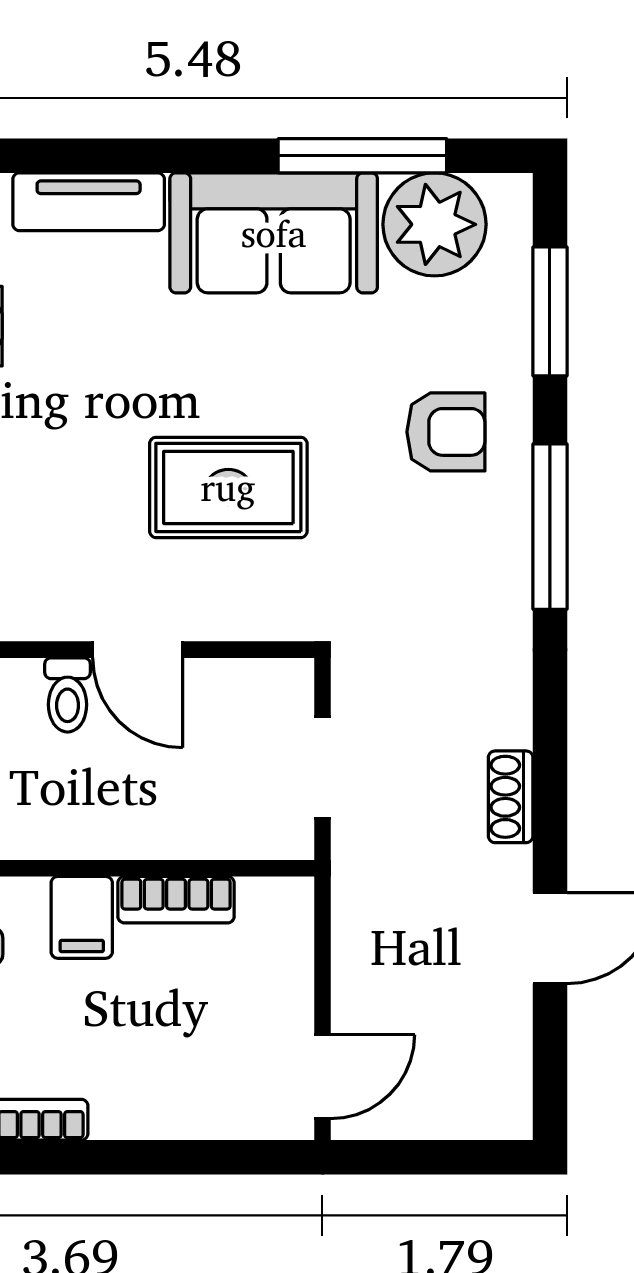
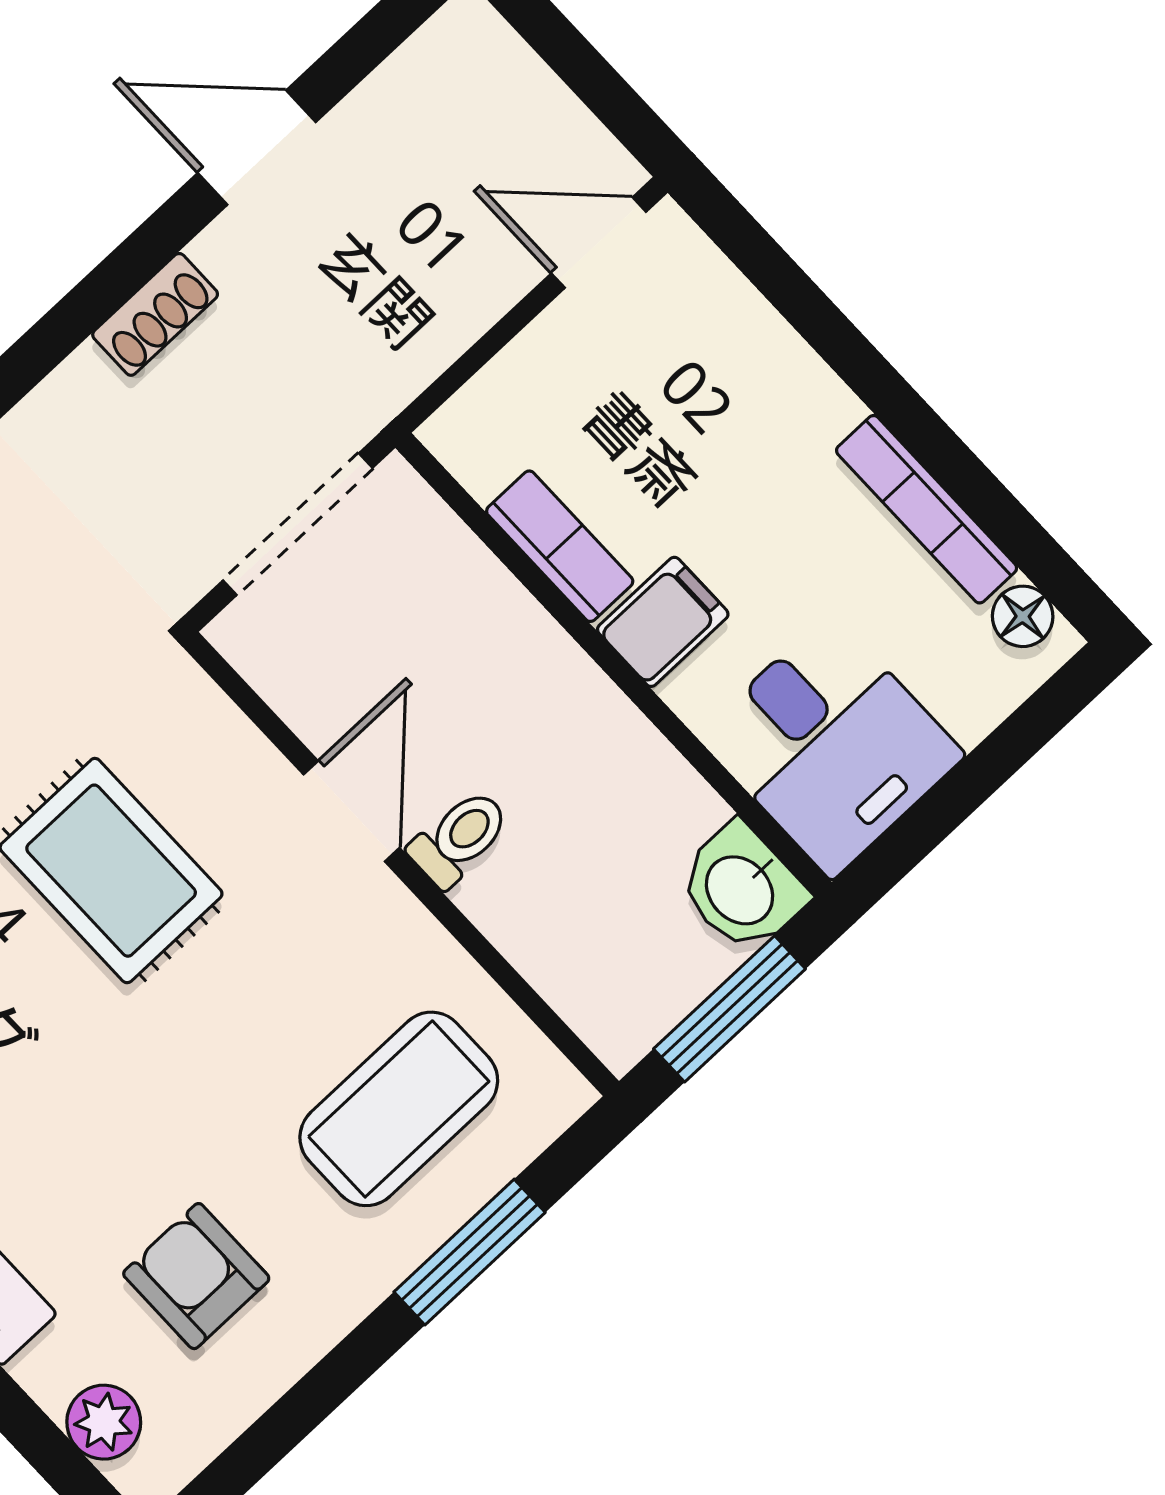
doorway: (322, 767) -> (298, 524), width x1.38

